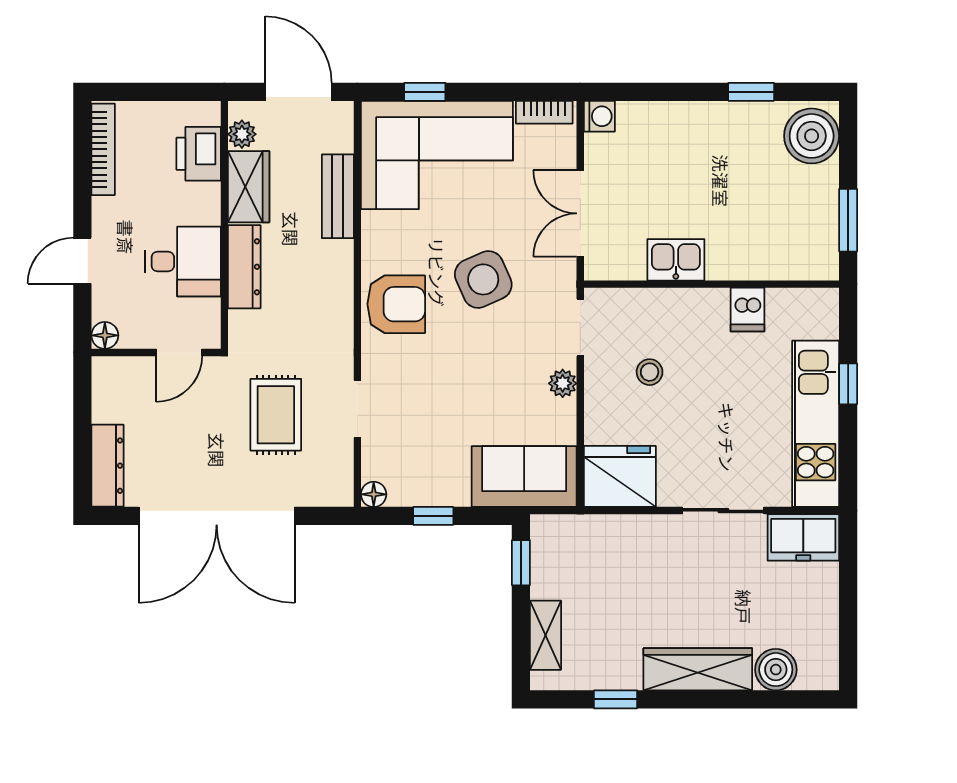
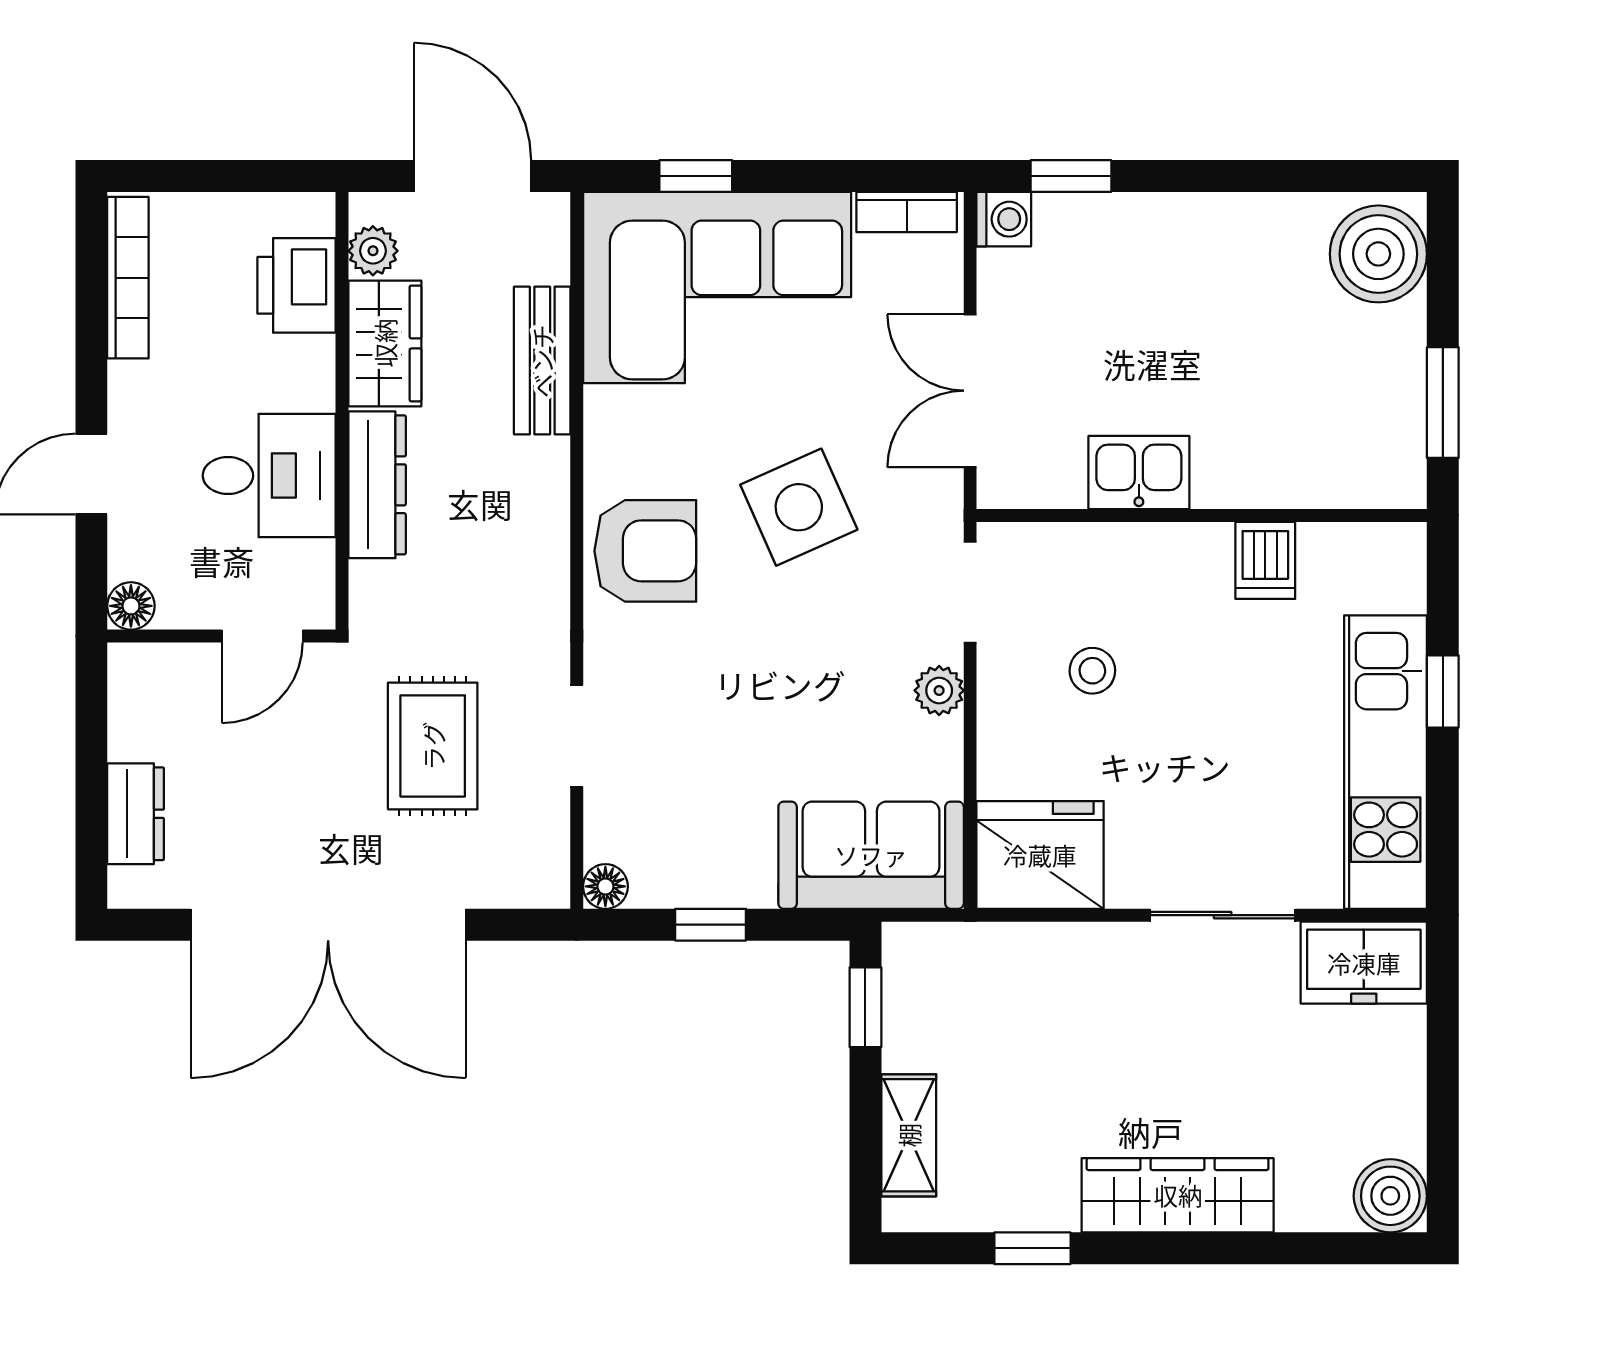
window: (751, 92) -> (1071, 176), moved
dresser: (107, 466) -> (136, 814), width x0.70
boiler: (776, 670) -> (1390, 1196), moved

